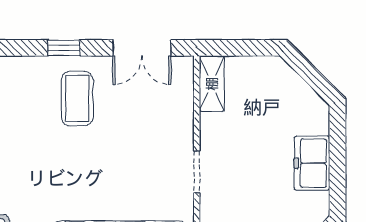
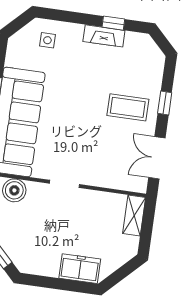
shelving: (212, 84) -> (134, 216), moved, turned 90
freezer: (312, 163) -> (80, 269), moved

